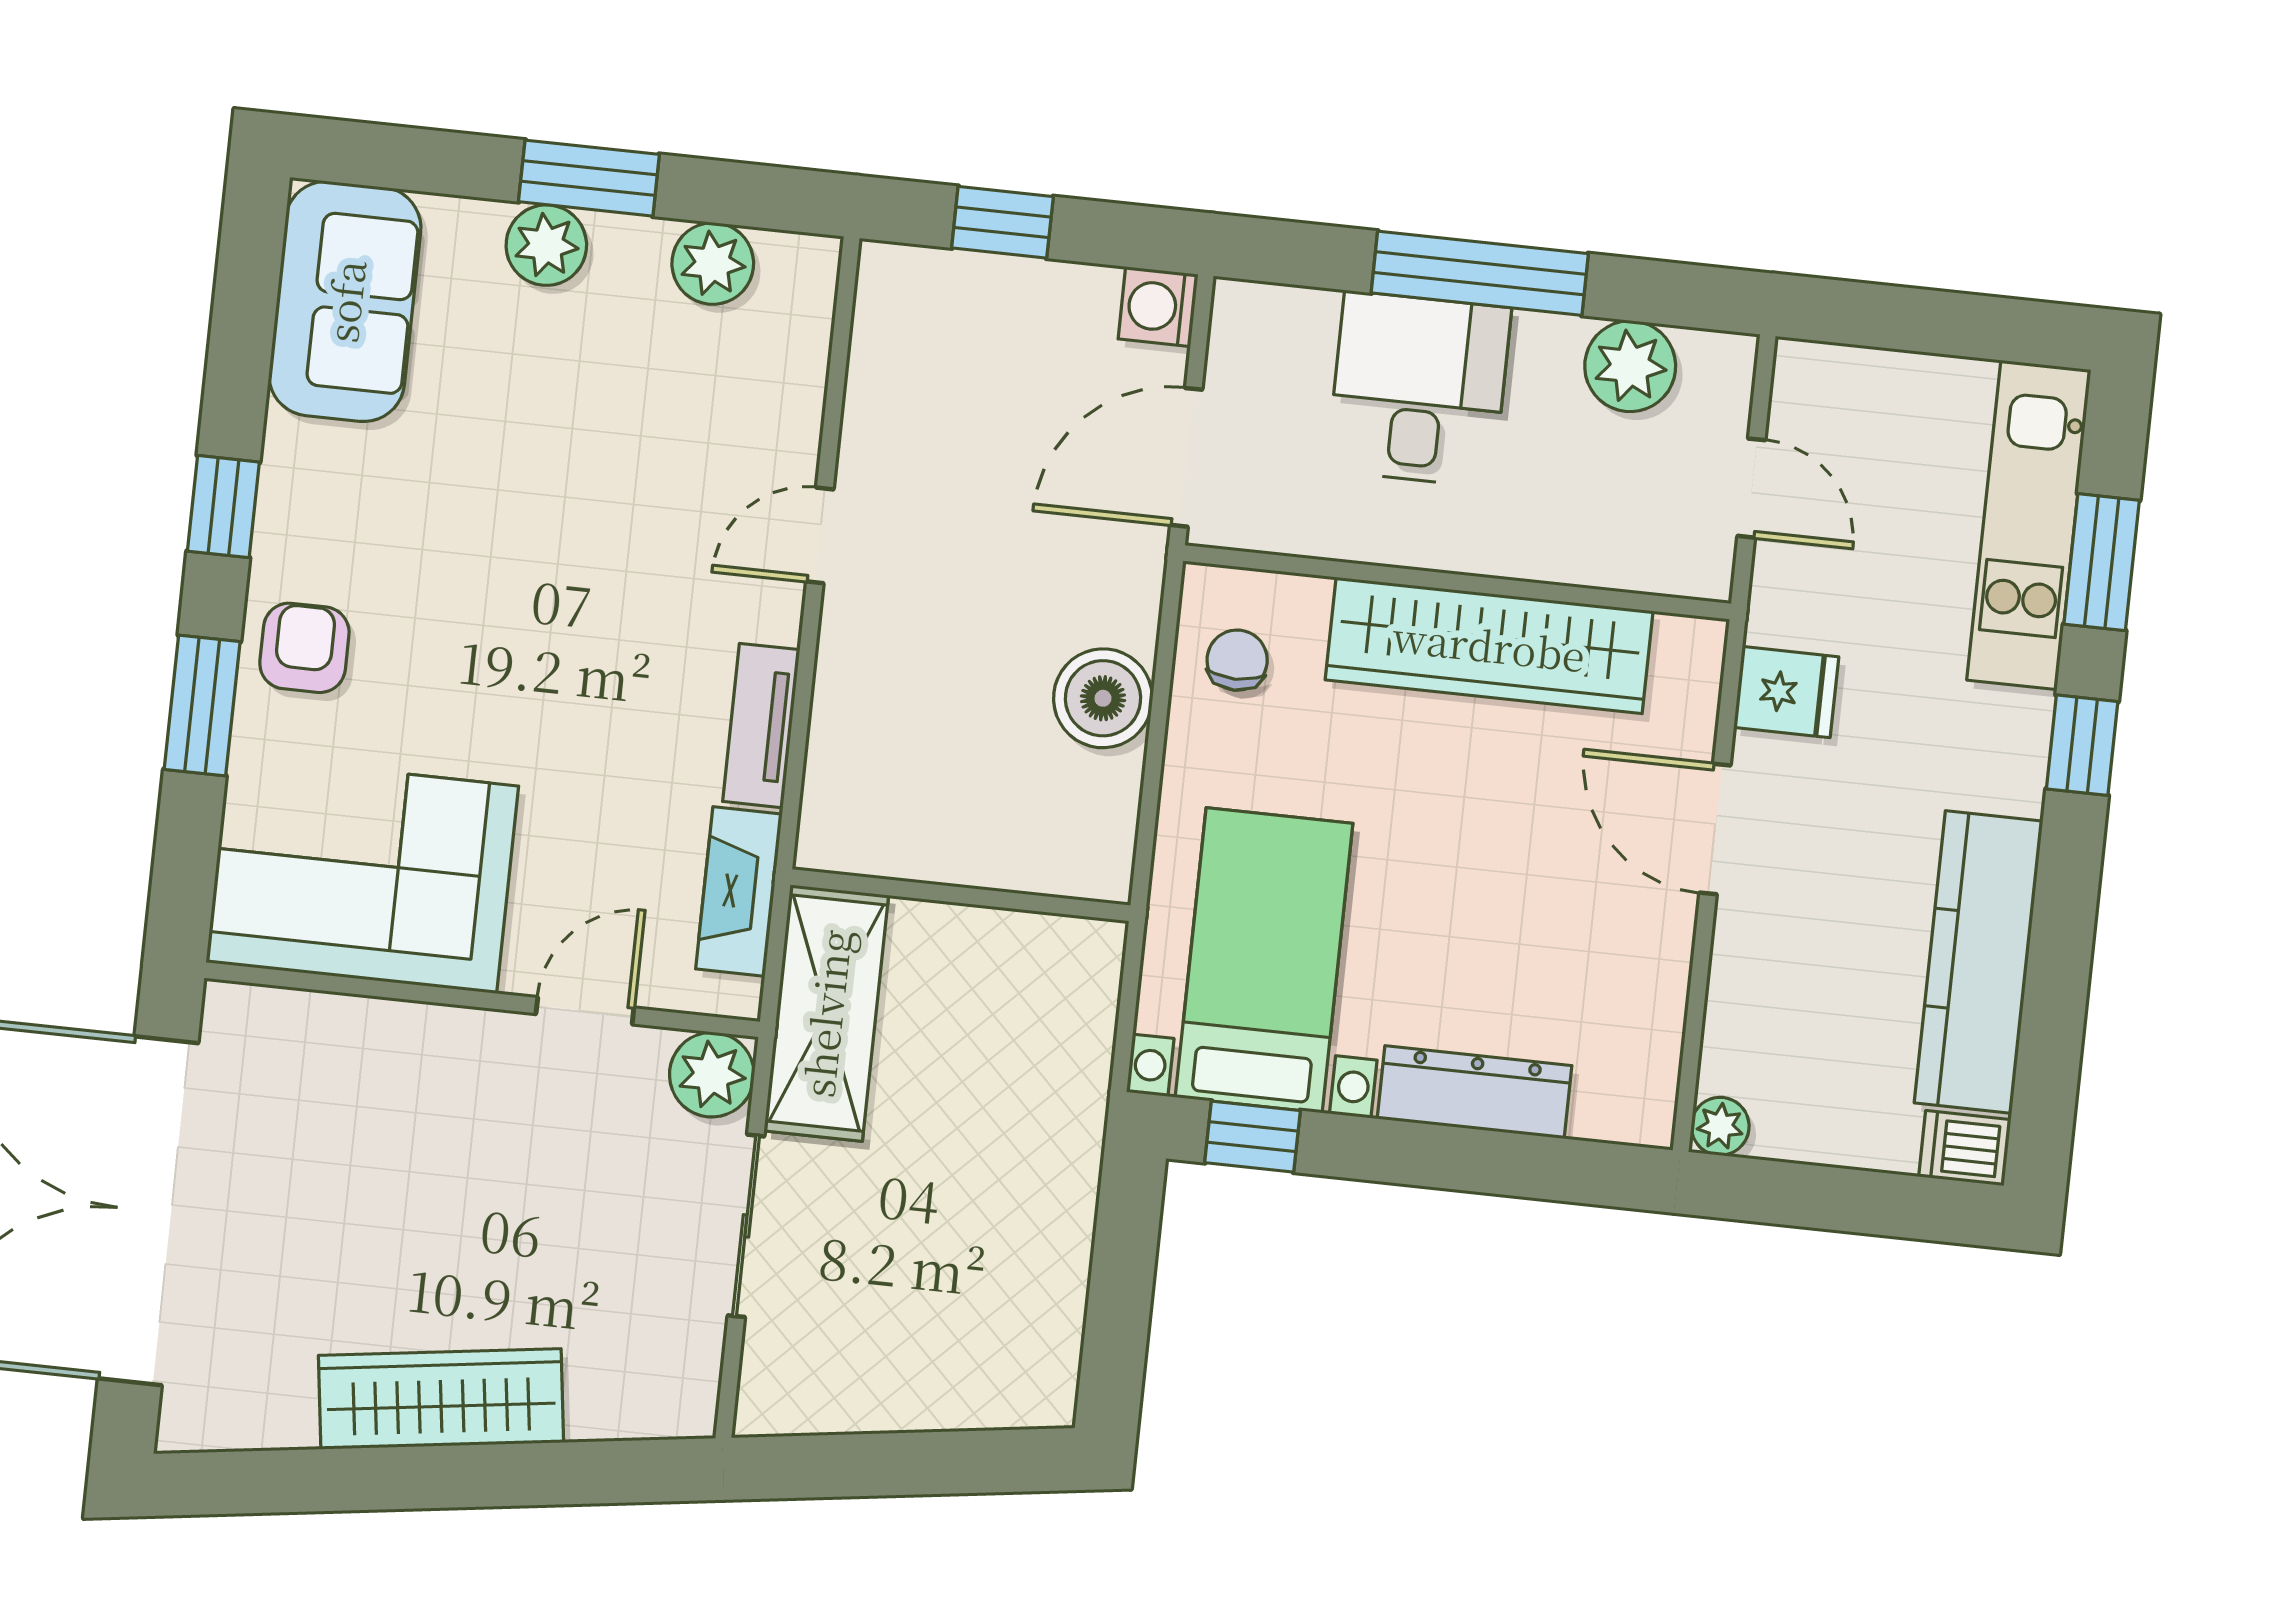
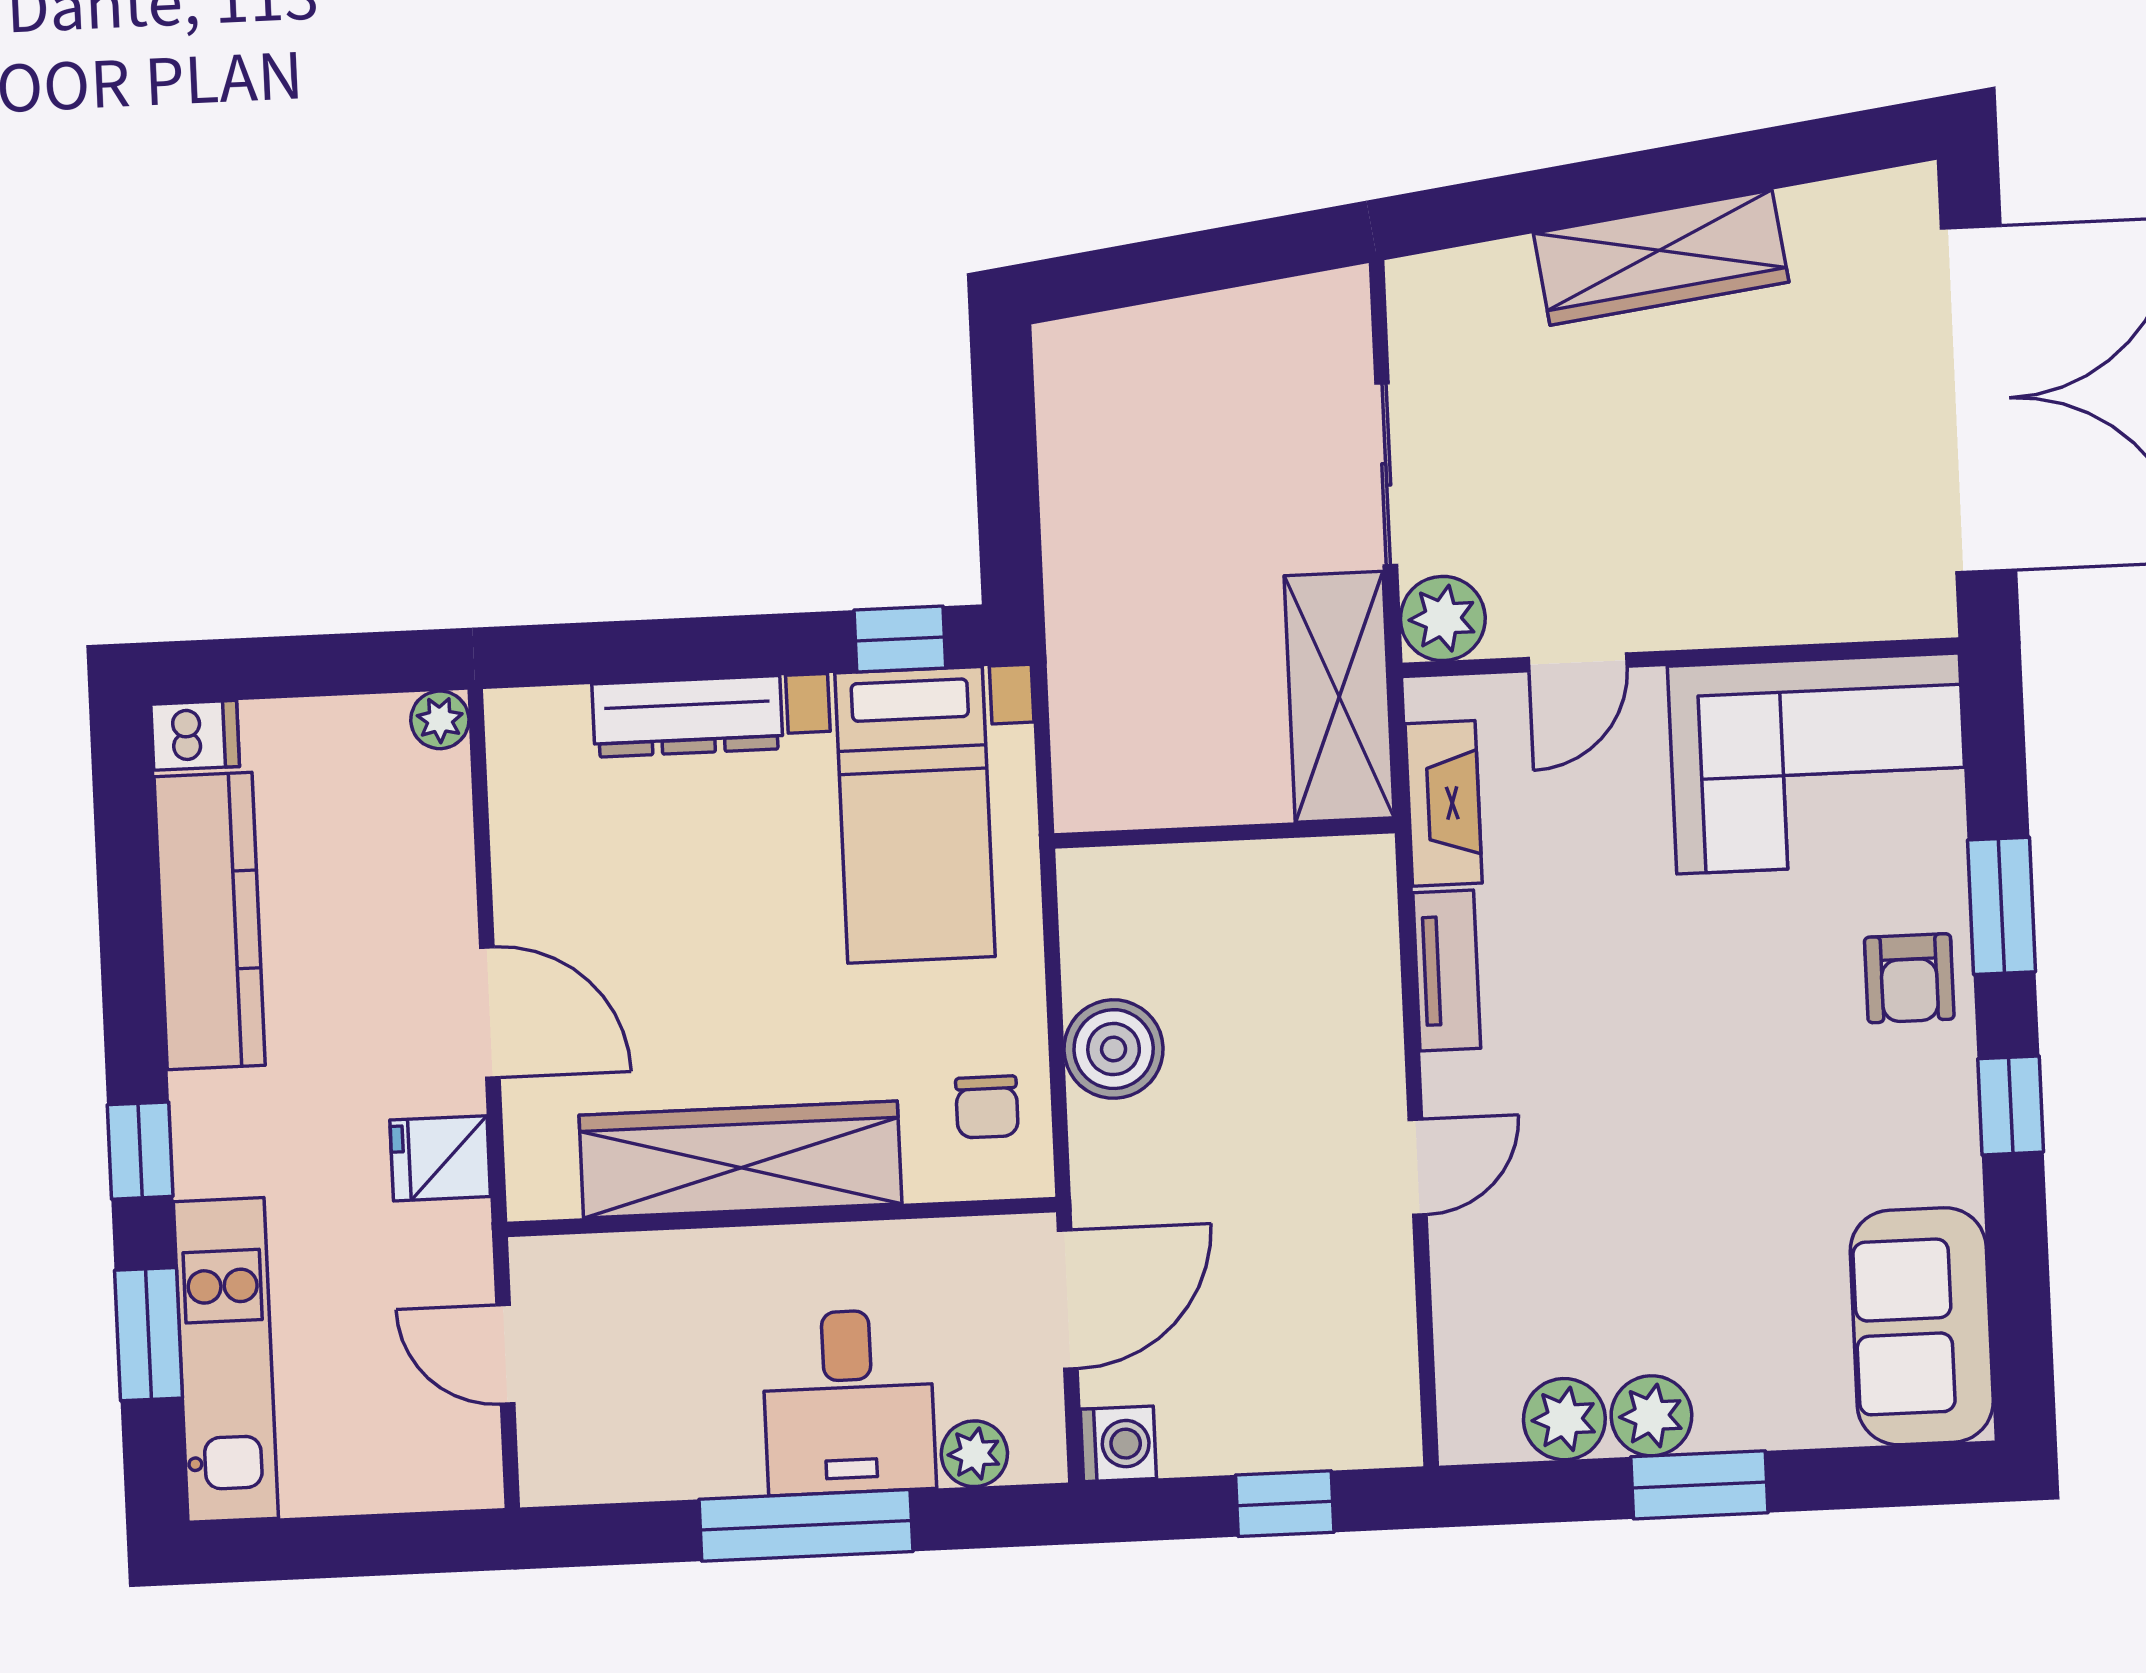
plant: (546, 245) -> (1651, 1416), moved
plant: (1630, 366) -> (974, 1454), moved, width x0.73, depth x0.73

